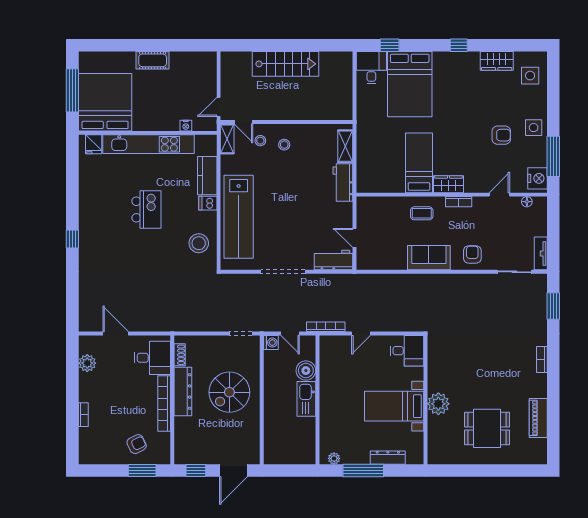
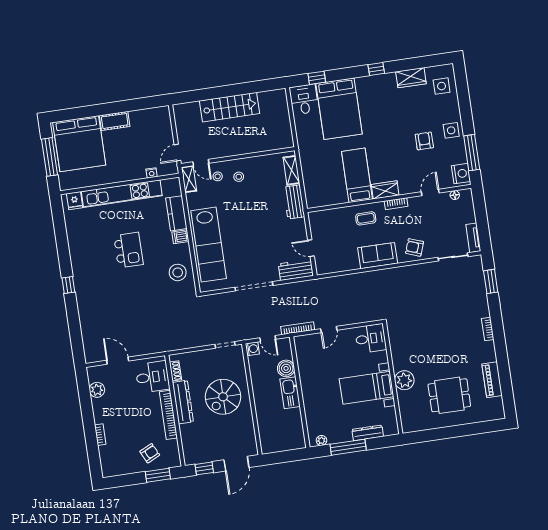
bed: (105, 102) -> (79, 144), moved, turned 180
armchair: (501, 135) -> (424, 141), turned -90
armchair: (472, 255) -> (415, 247), turned -70

